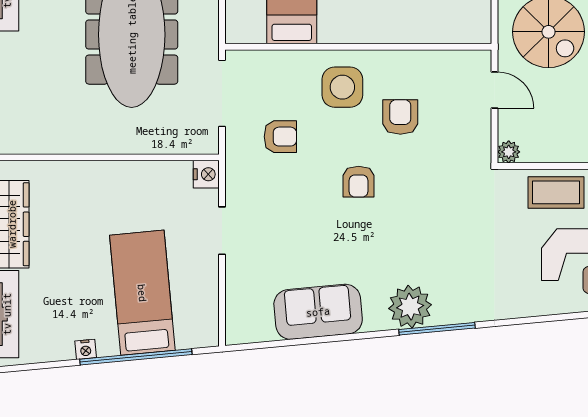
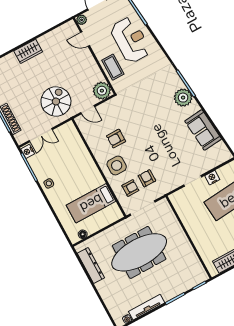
door: (495, 90) -> (88, 110), swing flipped
plant: (509, 152) -> (102, 91), width x1.88, depth x1.88
nightstand: (206, 174) -> (212, 178), moved
armchair: (359, 182) -> (130, 188), moved

